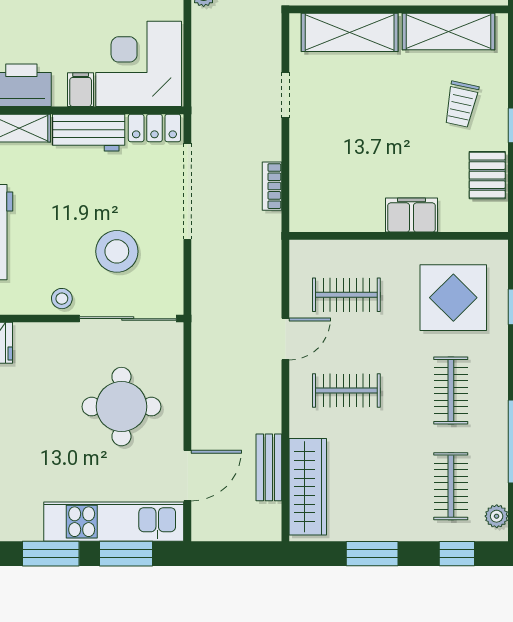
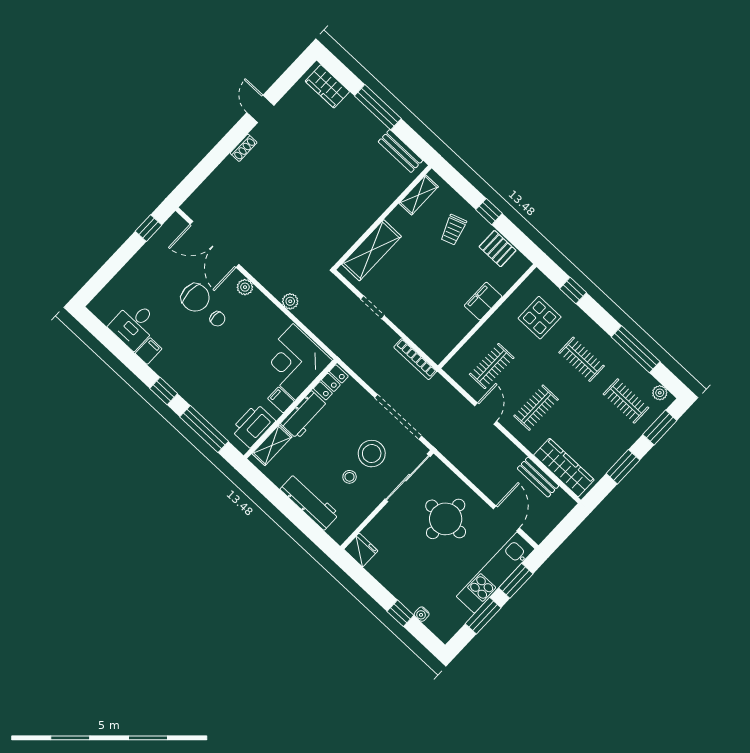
shelving: (448, 31) -> (419, 195), width x0.67, depth x0.75
trolley: (461, 104) -> (453, 230), turned 59
bookcase: (272, 186) -> (415, 359), width x1.56
doorway: (187, 191) -> (398, 417), moved
display table: (453, 298) -> (540, 318), width x0.73, depth x0.73
stool: (62, 299) -> (350, 477), moved
window: (457, 554) -> (660, 427), width x1.50

